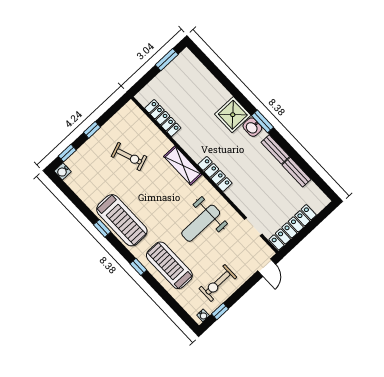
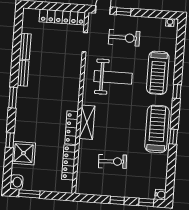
window: (228, 85) -> (10, 140), added
shower: (233, 115) -> (23, 153), moved
washbasin: (252, 127) -> (16, 182), moved
exercise bike: (129, 156) -> (112, 161), turned 107
locker: (215, 174) -> (71, 128), moved
exercise bike: (218, 283) -> (124, 38), moved
window: (220, 311) -> (124, 12), moved

